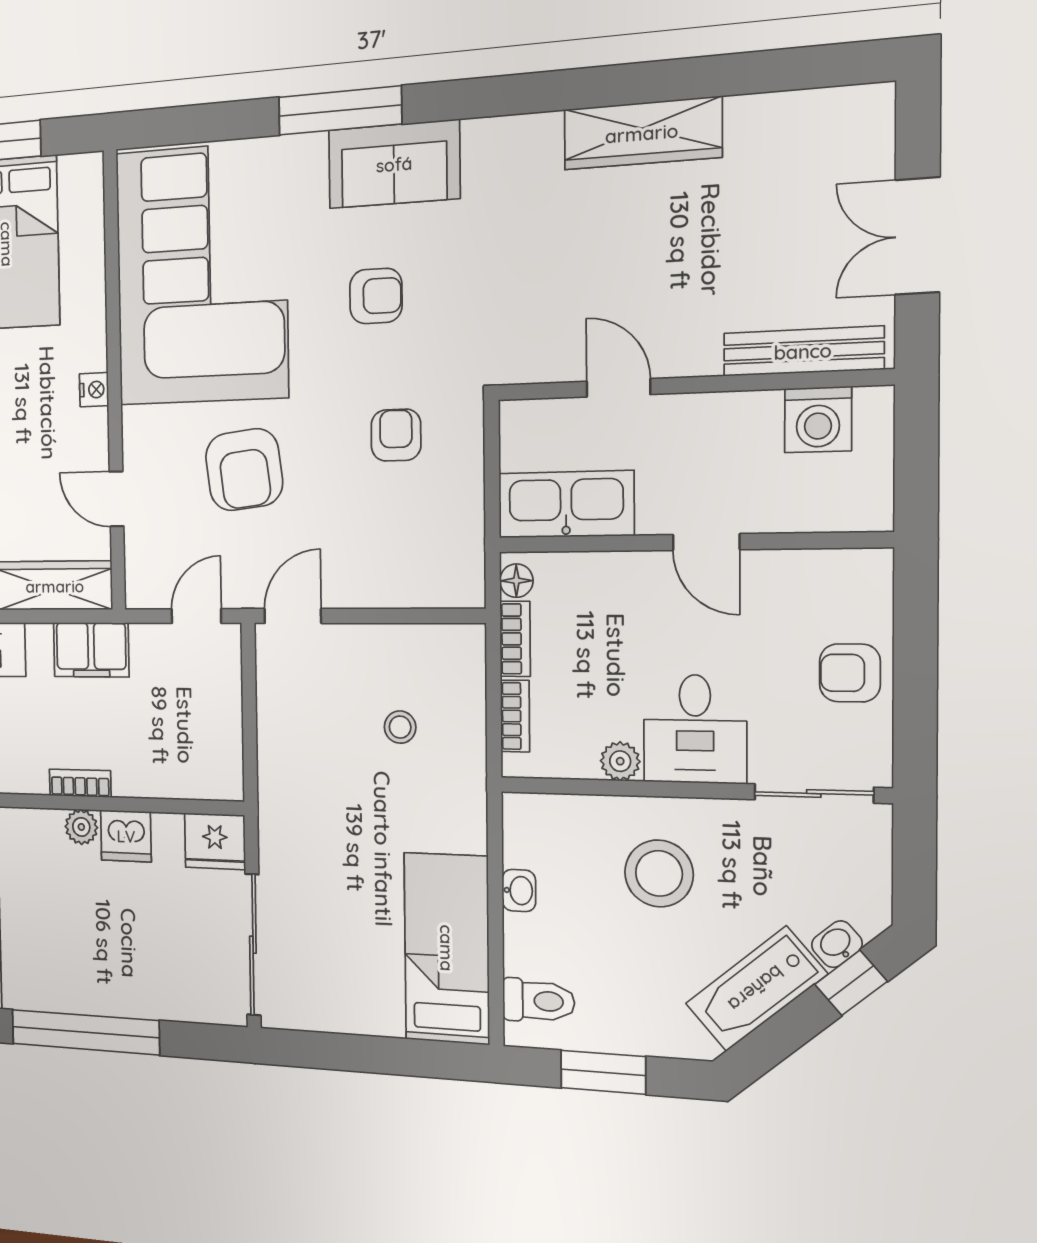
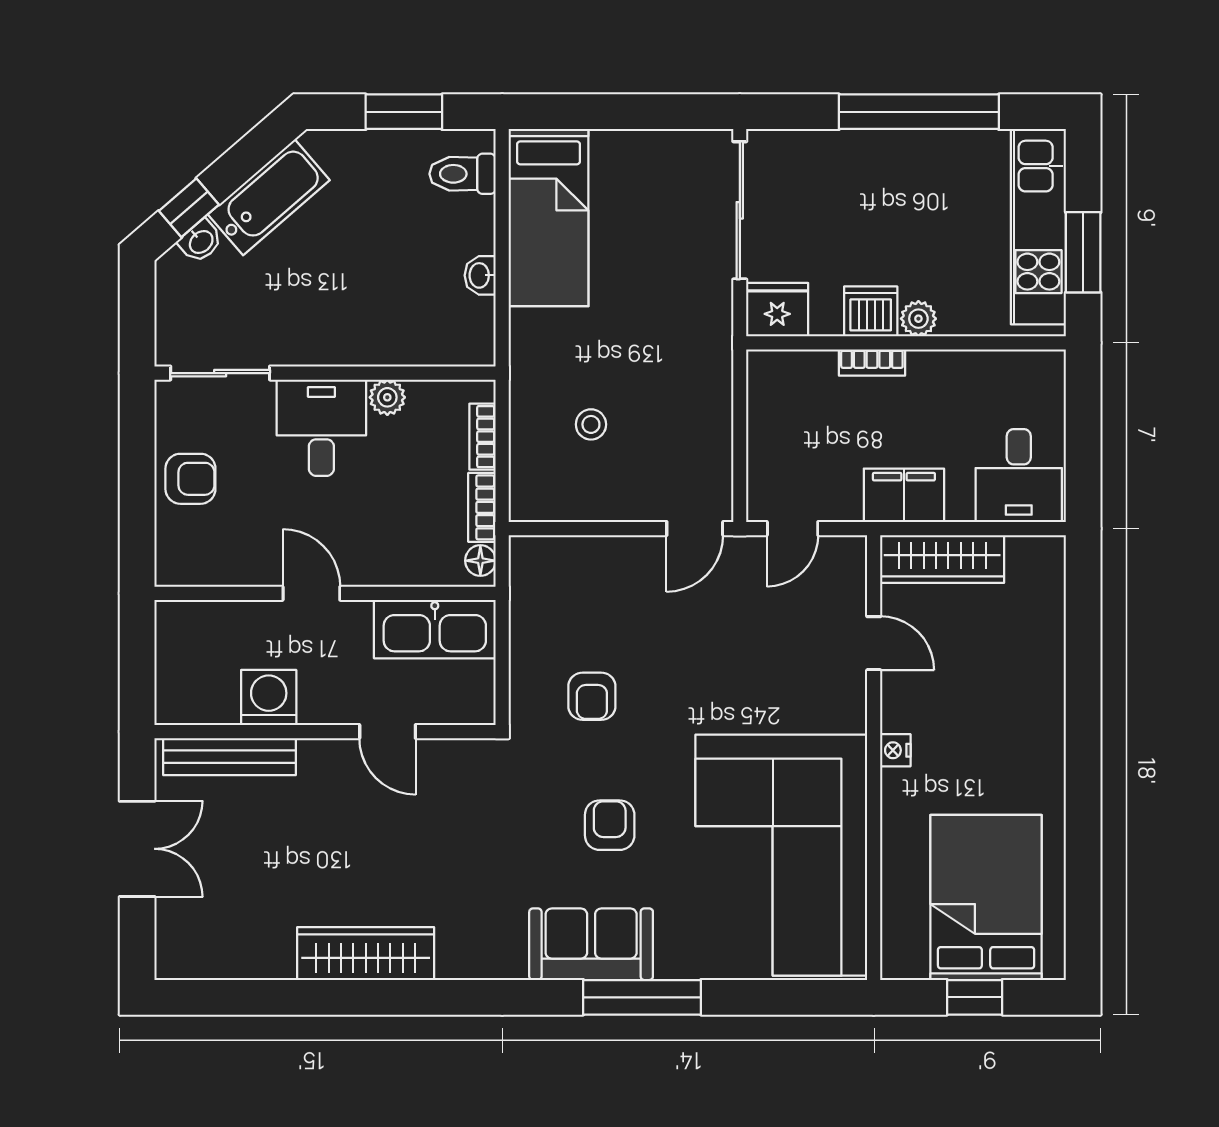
armchair: (376, 296) -> (610, 825), turned 90
washing machine: (818, 420) -> (269, 698), moved
armchair: (244, 470) -> (741, 668), removed
bookcase: (80, 783) -> (872, 363), moved
stool: (659, 873) -> (353, 297), removed

